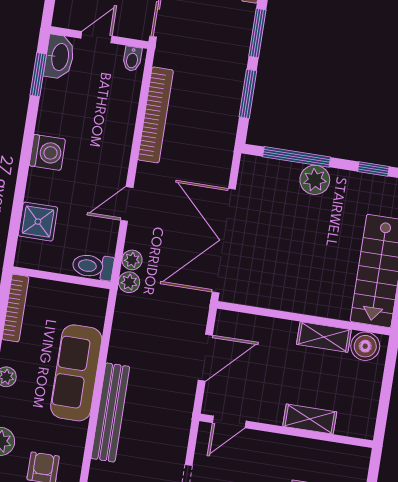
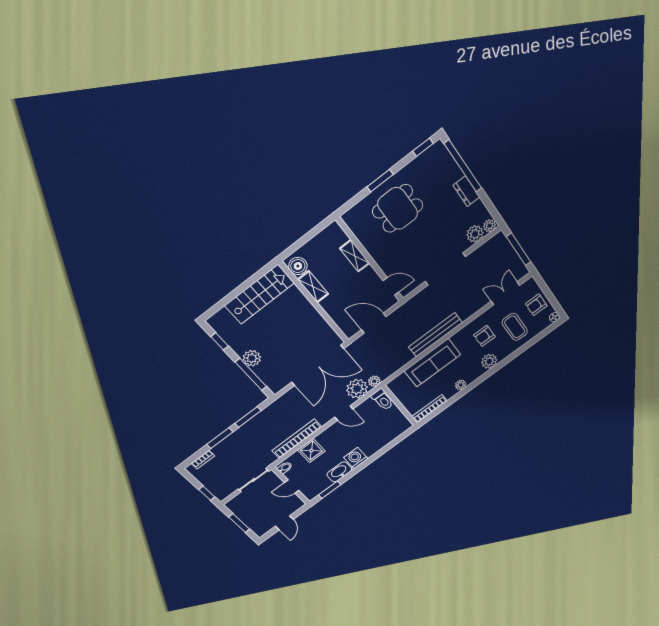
washbasin: (59, 57) -> (339, 472), moved
shower: (38, 222) -> (311, 451), moved
plant: (132, 260) -> (357, 389), width x1.87, depth x1.87

